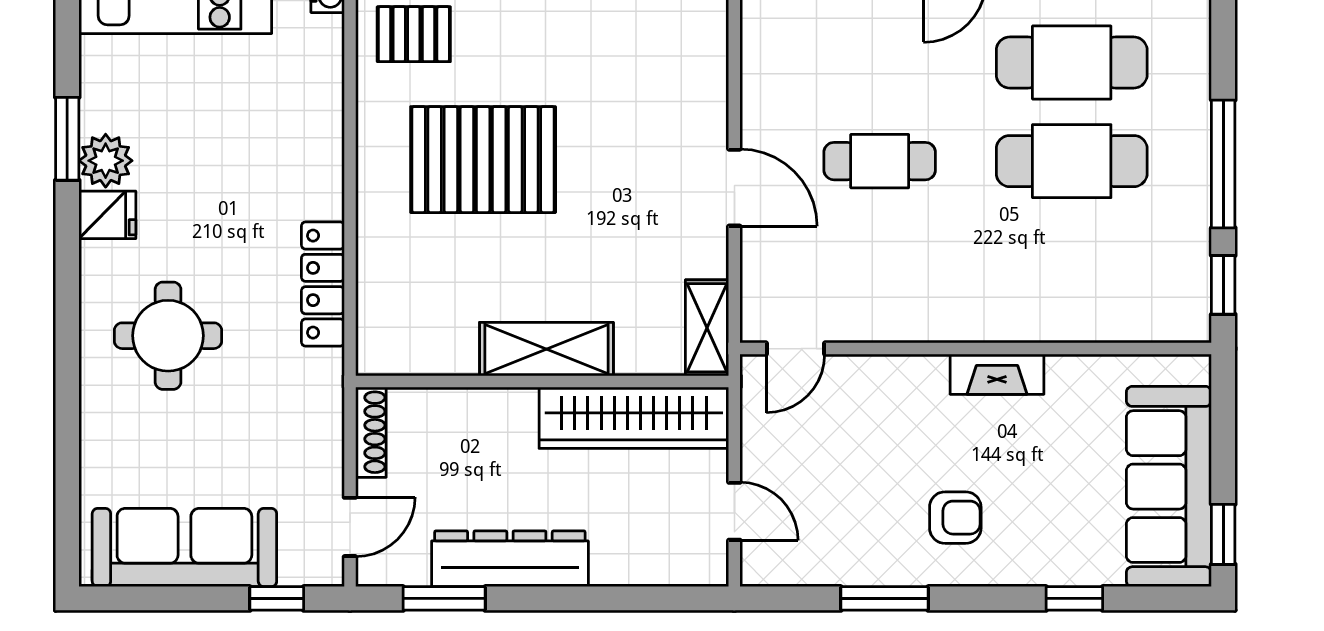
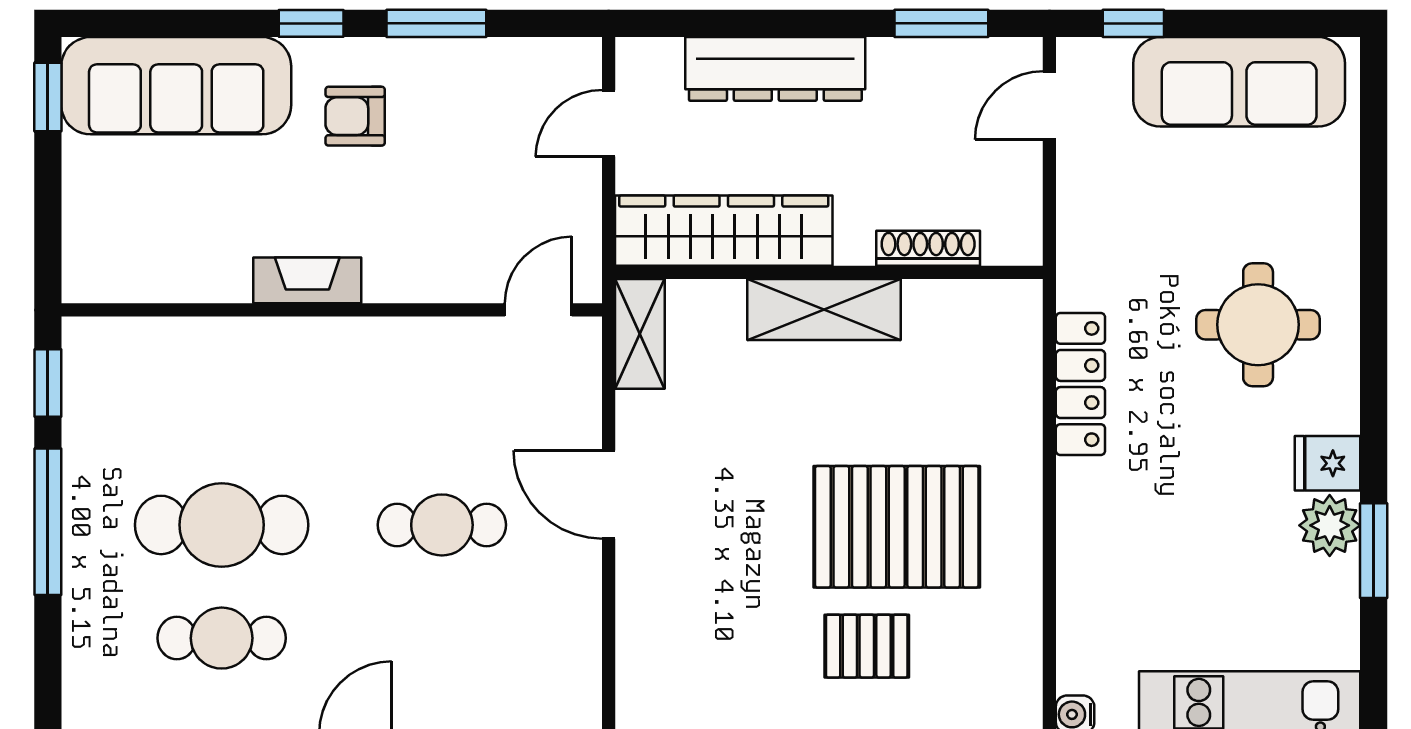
pallet: (414, 34) -> (867, 646), moved
cafe table: (1072, 63) -> (222, 638), width x0.73, depth x0.74
shoe rack: (371, 432) -> (928, 248), moved, turned 90
sofa: (1169, 487) -> (176, 86), moved, turned 90
door: (734, 511) -> (609, 123), hinge flipped
dresser: (510, 559) -> (775, 69), moved
window: (1074, 598) -> (311, 23), moved

